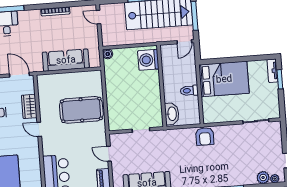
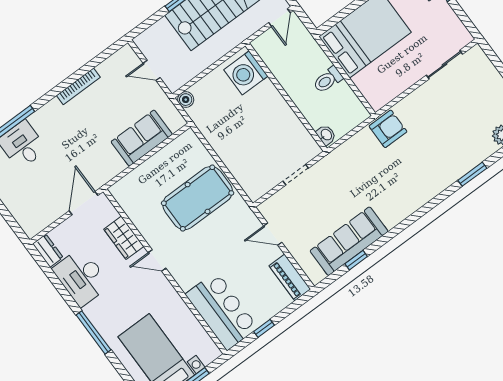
door: (99, 17) -> (152, 70), moved
sofa: (66, 60) -> (142, 138), width x0.73
door: (19, 75) -> (84, 203), hinge flipped
washbasin: (172, 114) -> (326, 135), width x0.52, depth x0.69
armchair: (205, 136) -> (388, 129), turned -90

